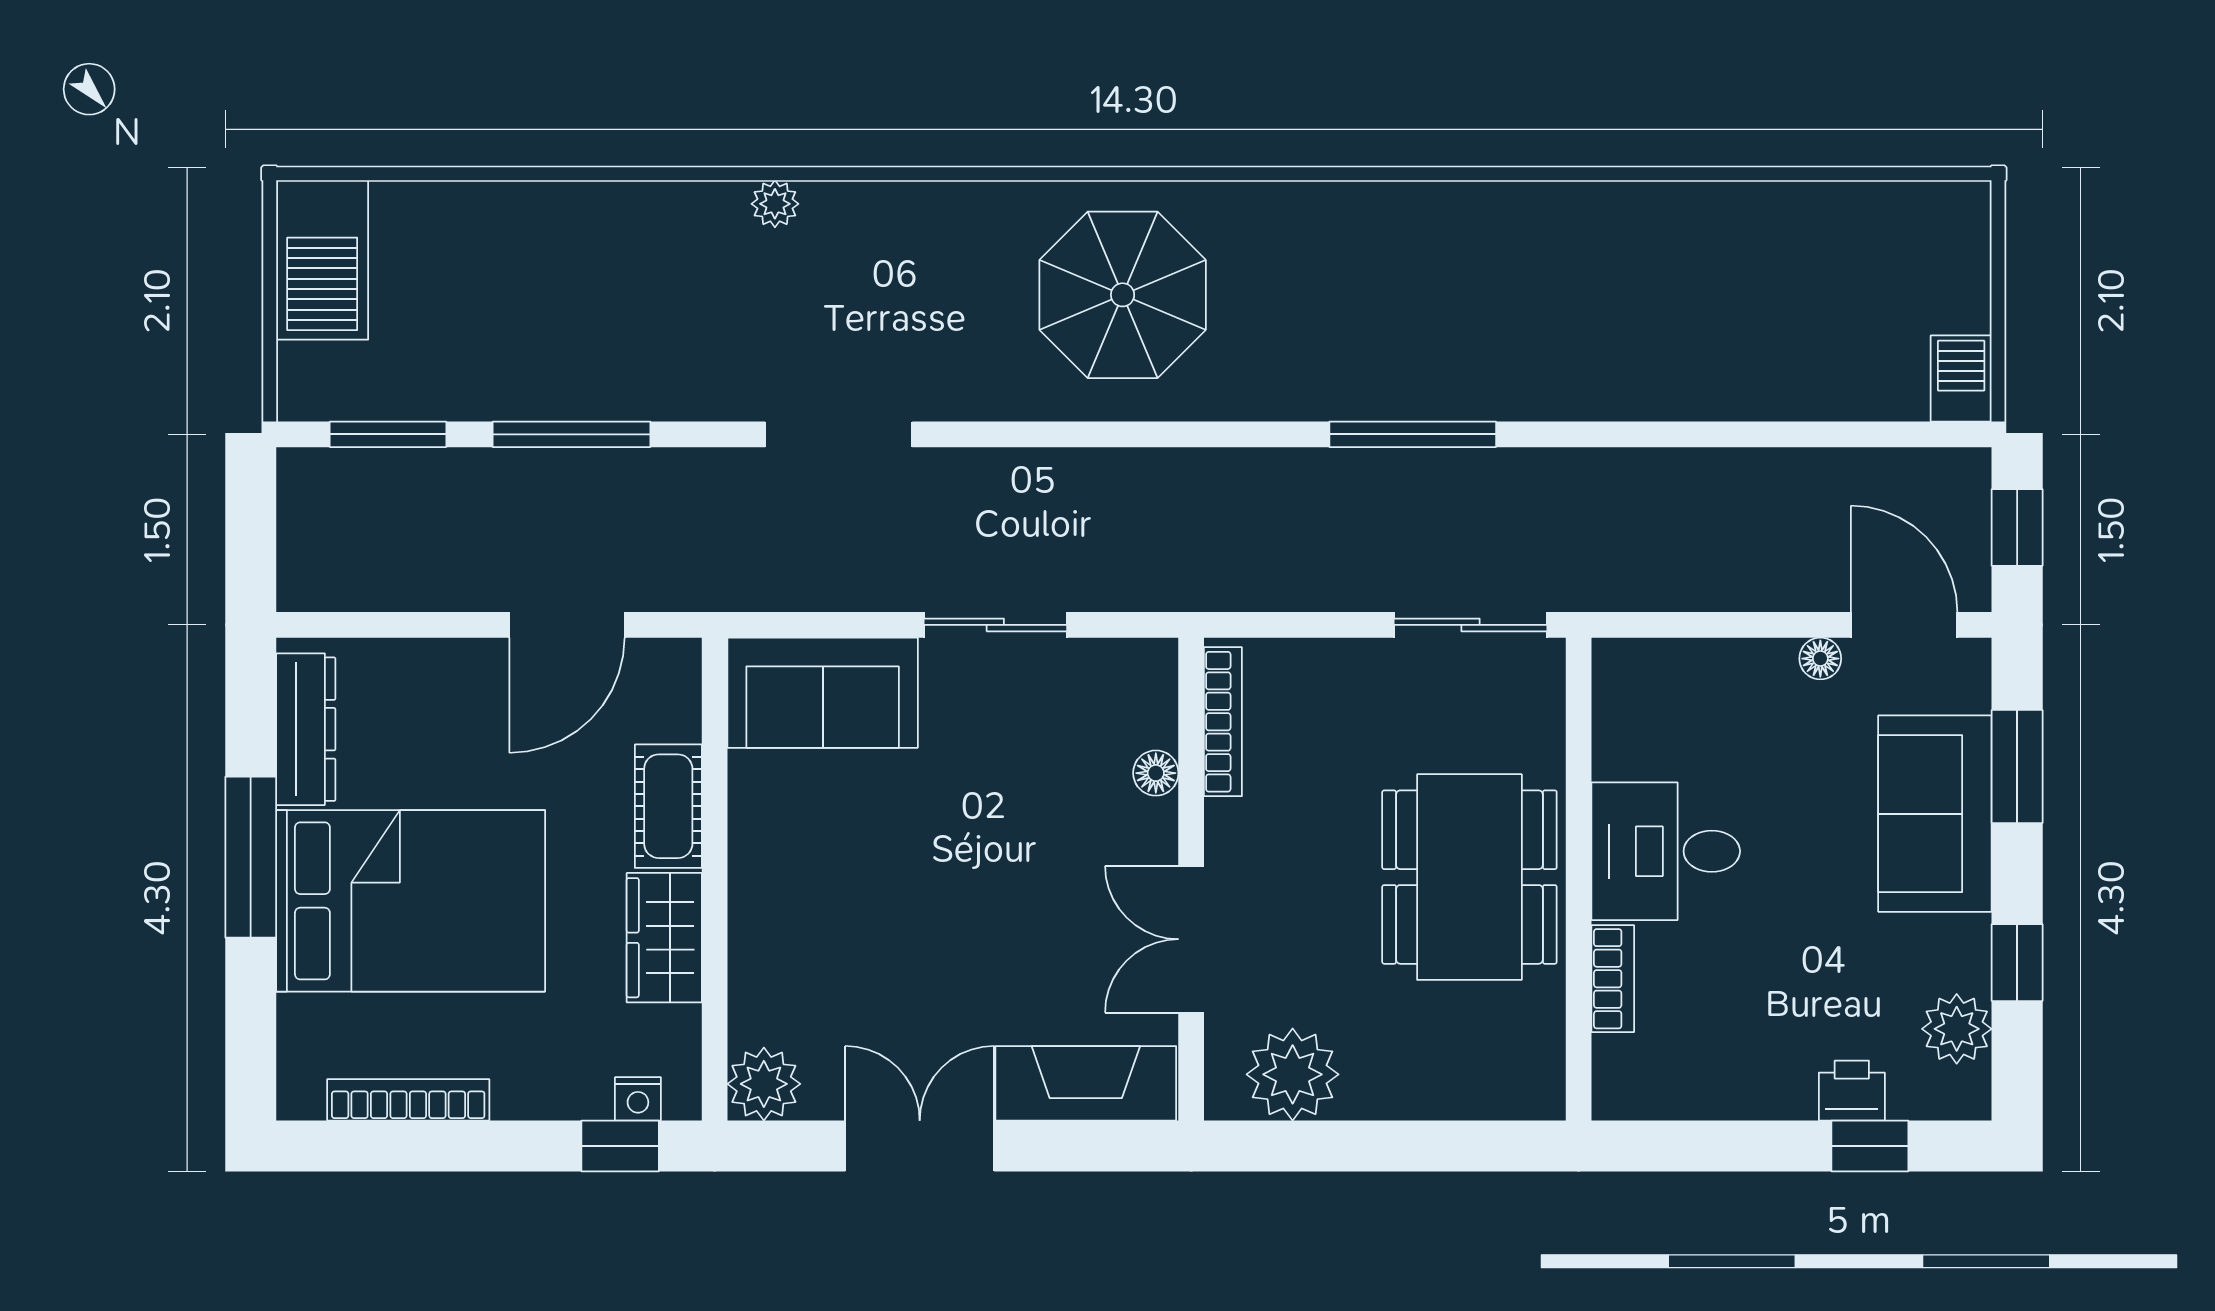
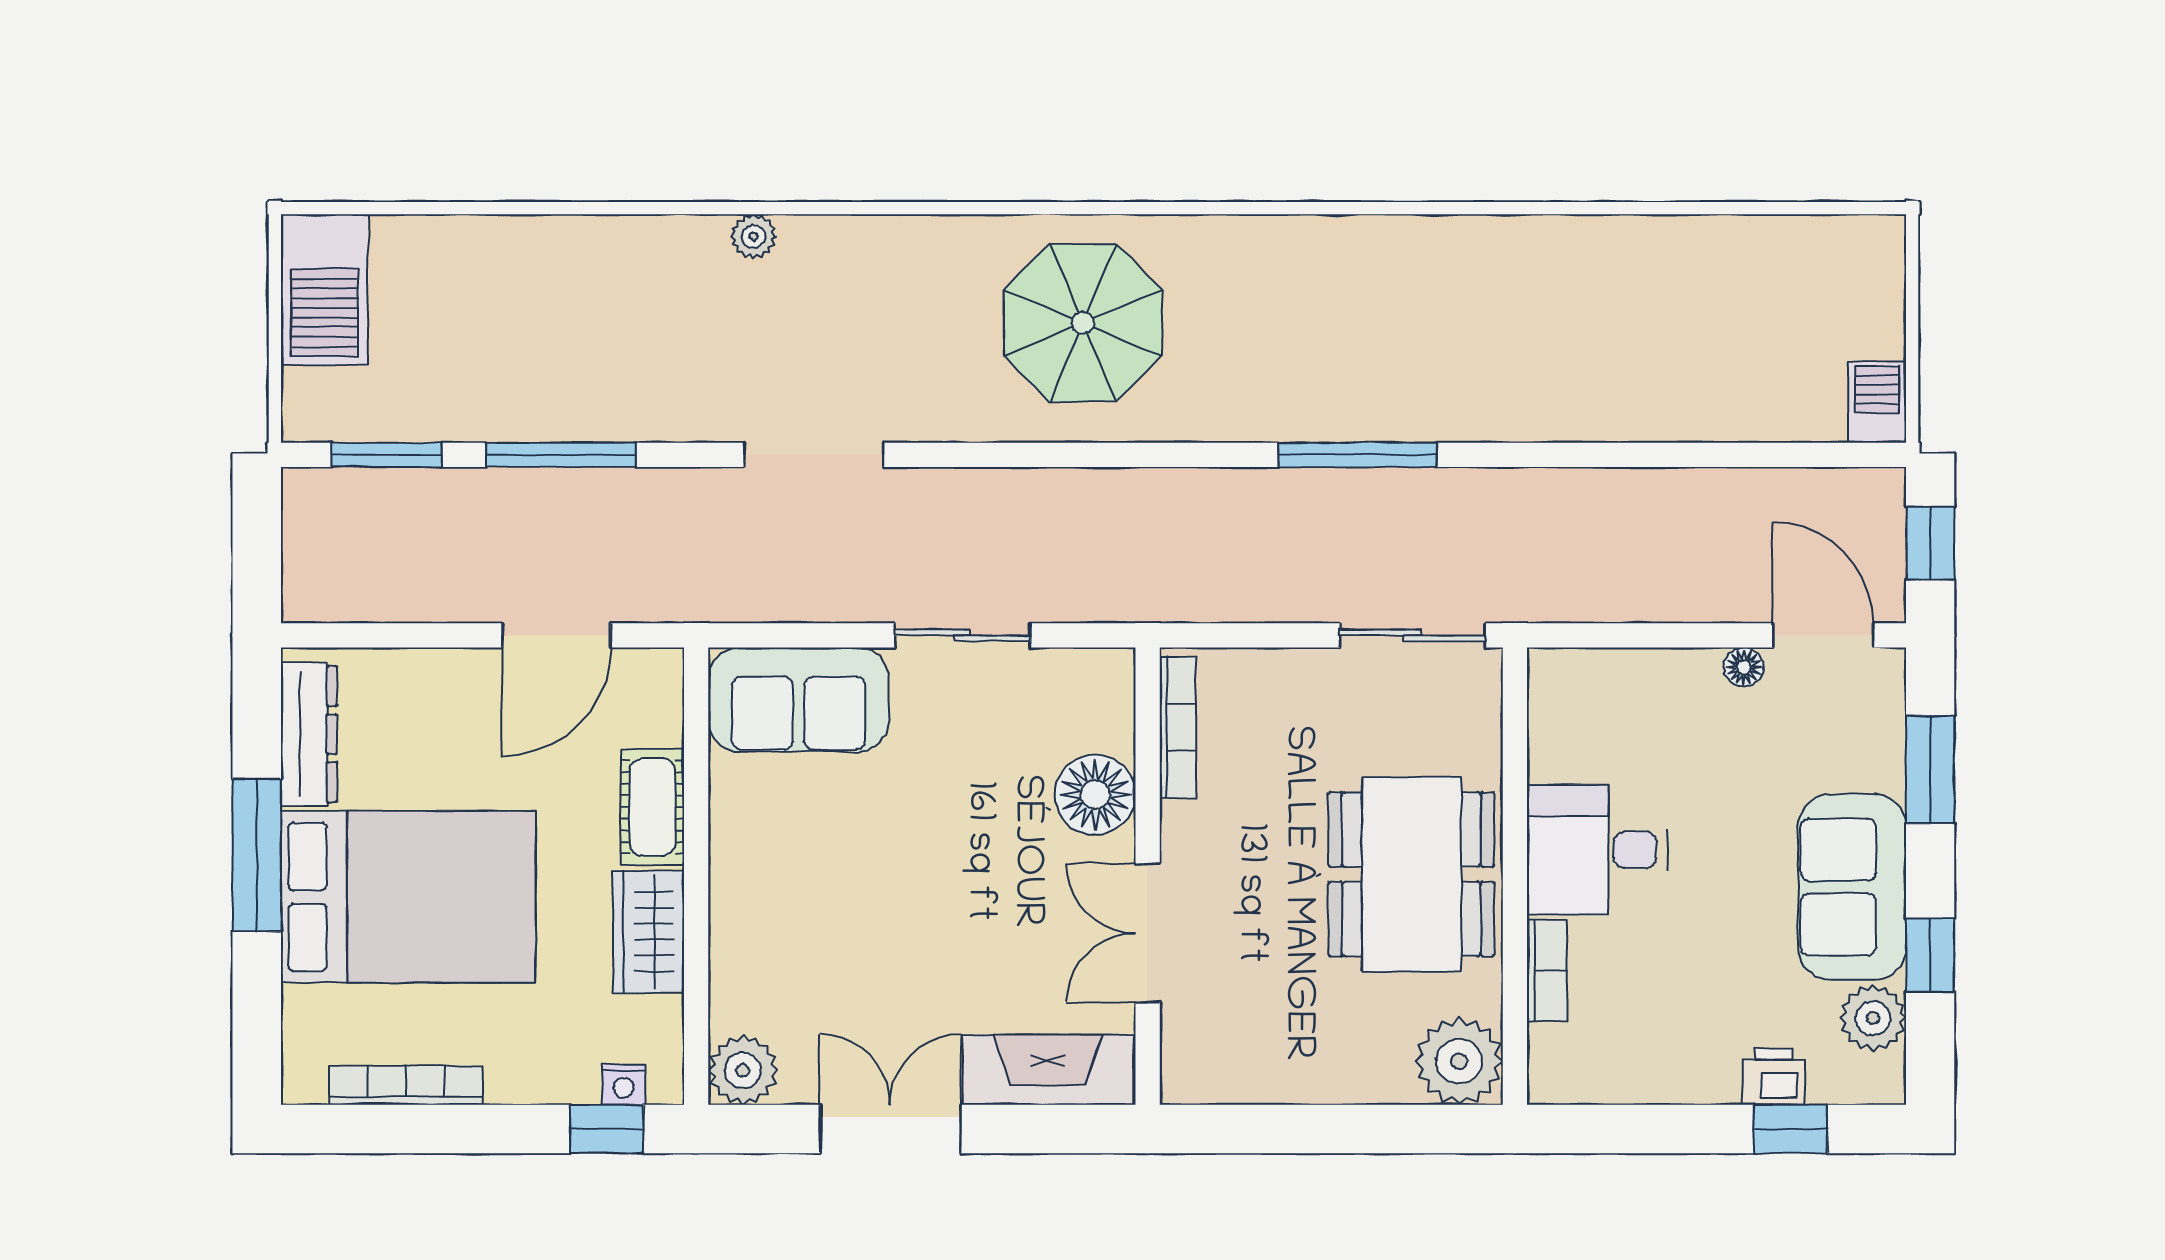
floor lamp: (1156, 773) -> (1095, 795), width x1.89, depth x1.89
sofa: (1935, 814) -> (1852, 887), moved
plant: (1293, 1074) -> (1459, 1061), moved

